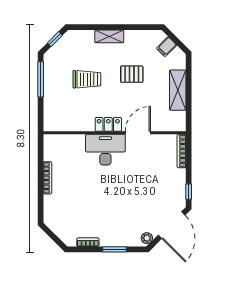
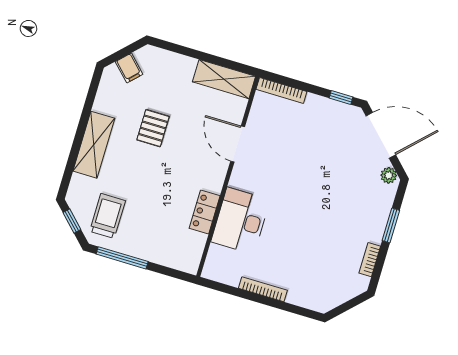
shelving: (109, 36) -> (94, 145), width x1.50, depth x1.33
trolley: (87, 79) -> (108, 216), moved
shelving: (178, 90) -> (224, 79), moved
locker: (108, 124) -> (205, 212), moved
desk: (105, 150) -> (240, 221), moved

